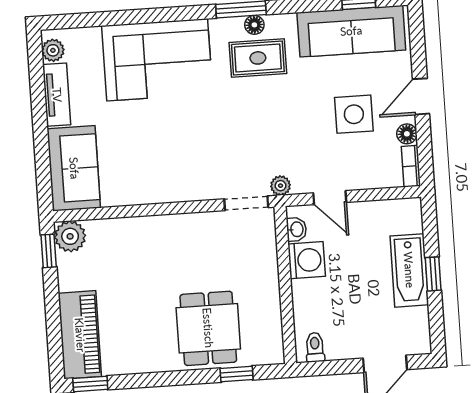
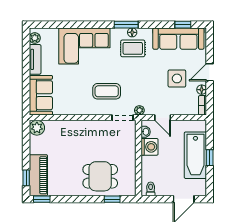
coffee table: (210, 151) -> (107, 91), added
window: (49, 251) -> (26, 178), moved
bathtub: (409, 270) -> (195, 155), width x1.36, depth x1.36
dining table: (208, 328) -> (100, 176), turned 90

